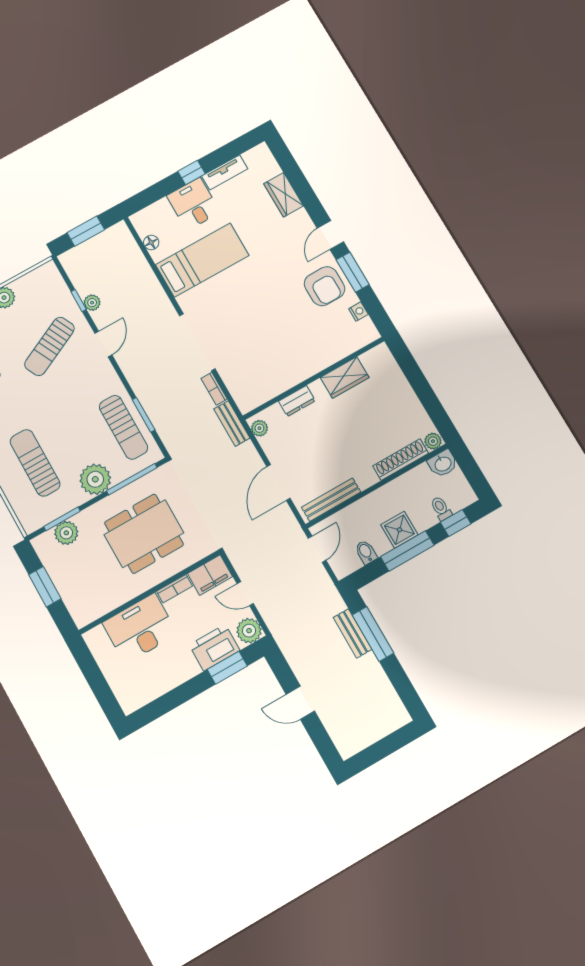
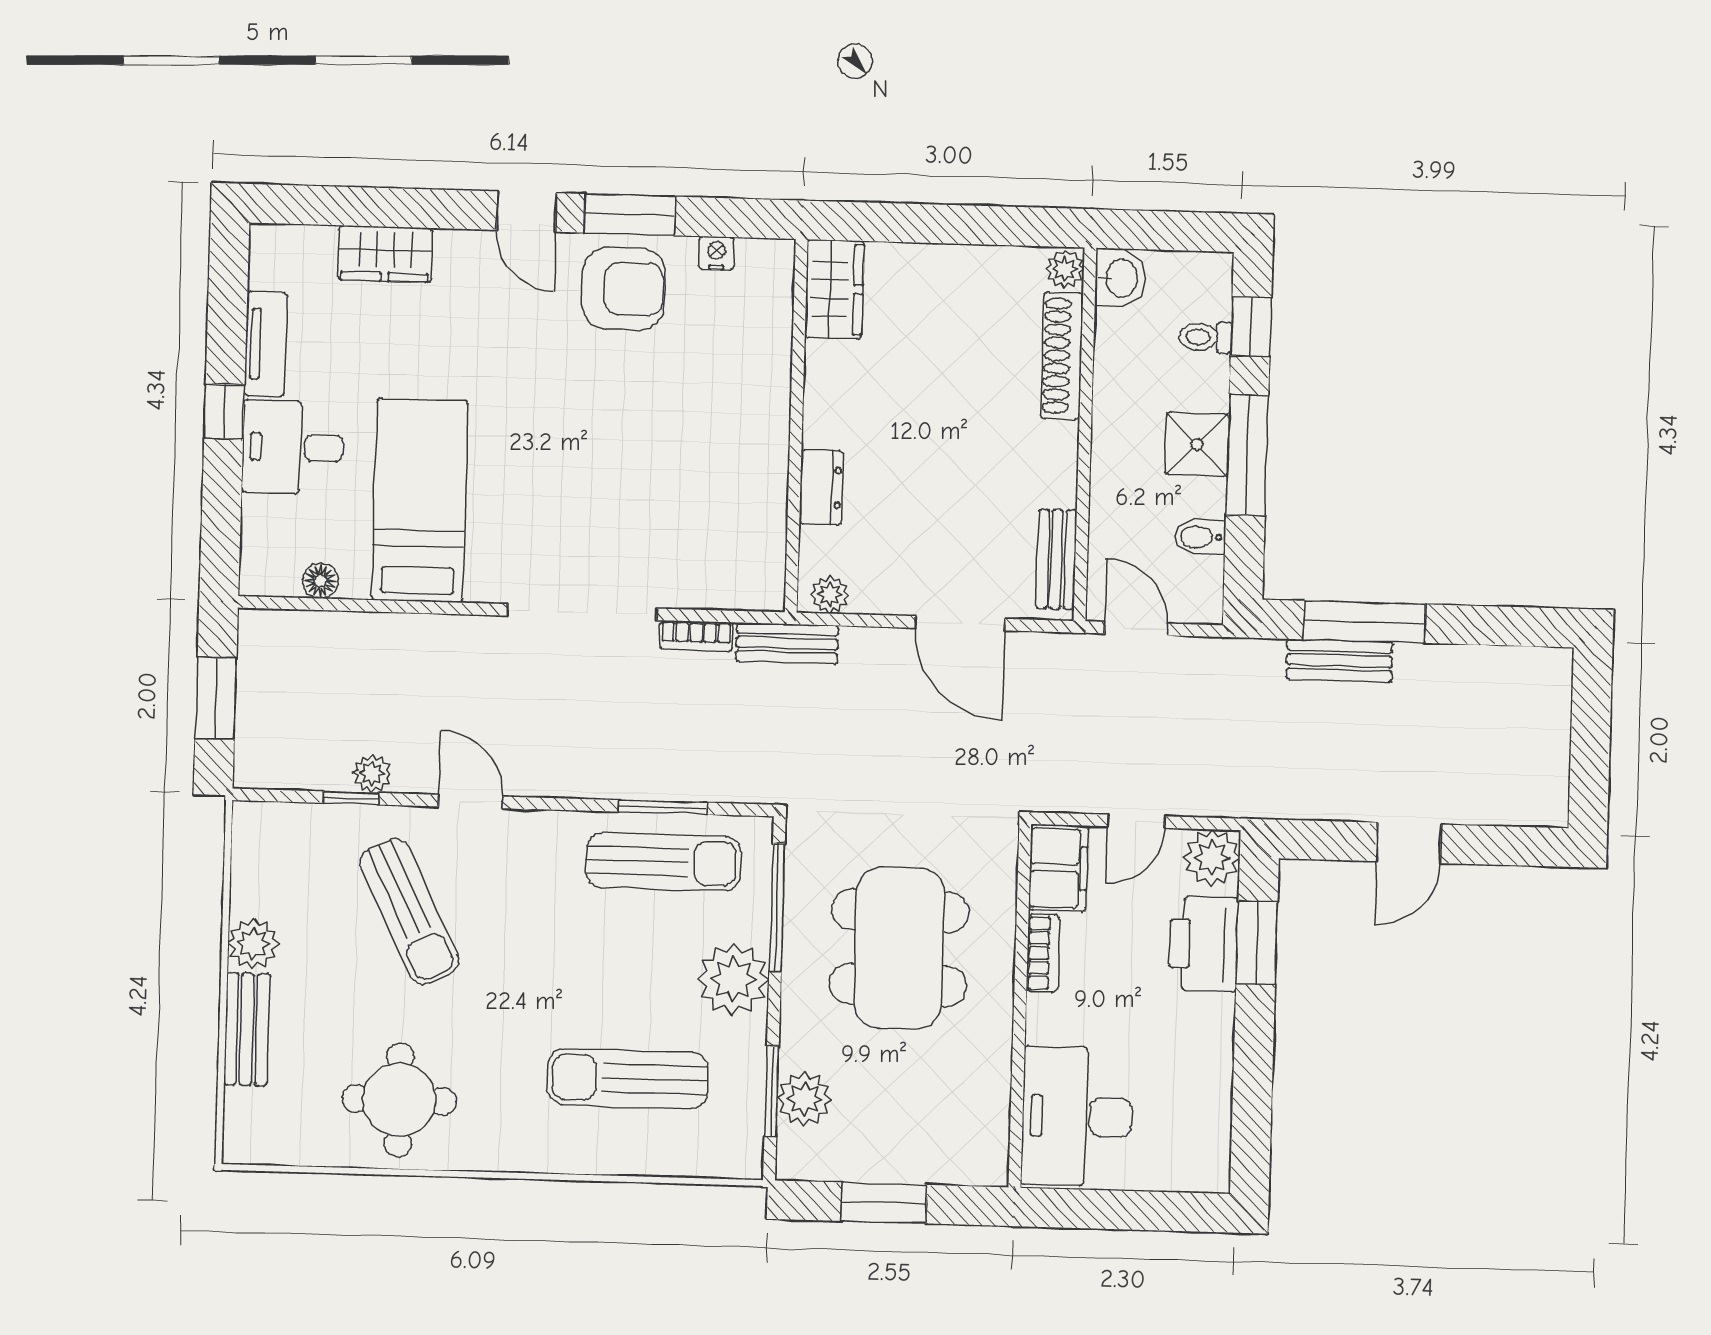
wardrobe: (345, 378) -> (835, 289), moved
bench: (331, 500) -> (1056, 559), width x0.73
desk: (140, 628) -> (1077, 1116), moved

